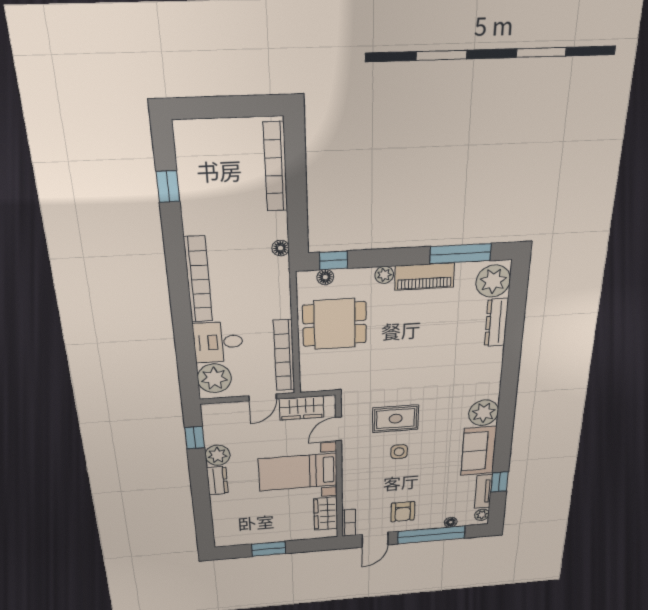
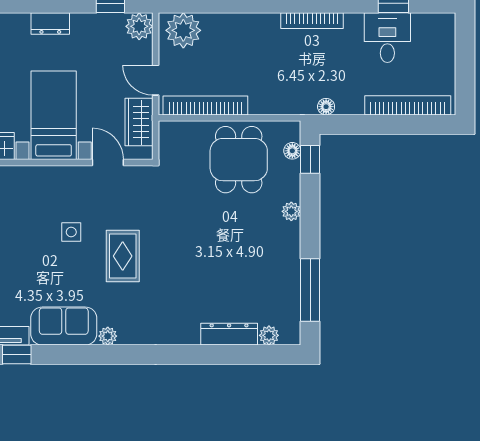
piano: (425, 277) -> (287, 254), removed
bookcase: (198, 280) -> (312, 21), width x0.68, depth x0.76
plant: (493, 281) -> (269, 335), width x0.53, depth x0.53
desk: (218, 342) -> (387, 38), moved
plant: (484, 413) -> (108, 336), width x0.53, depth x0.53
rug: (396, 419) -> (123, 256), moved
plant: (217, 455) -> (139, 26), moved

